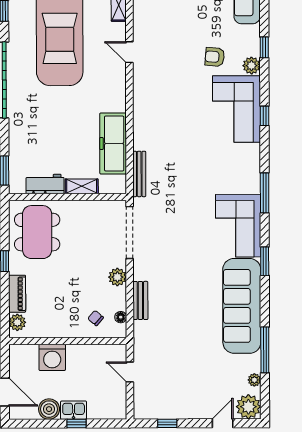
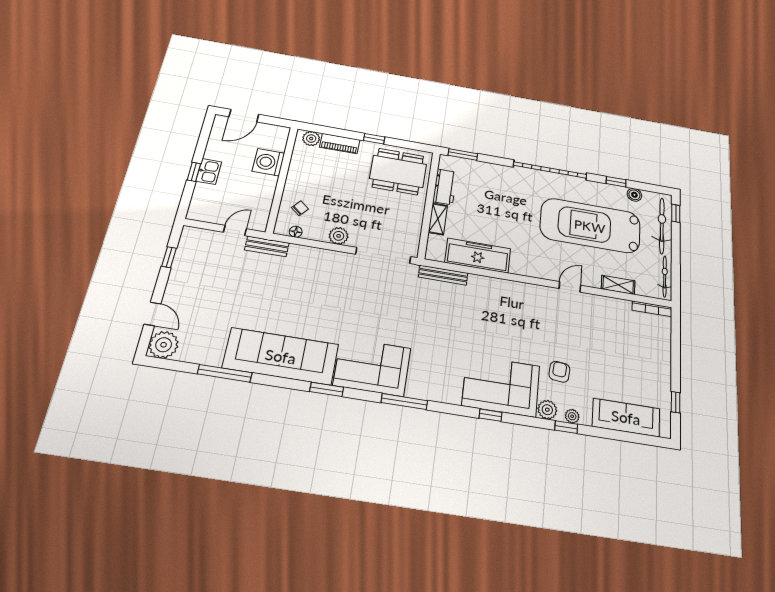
bench: (140, 300) -> (267, 246), moved
plant: (254, 380) -> (572, 416), moved
boiler: (49, 409) -> (216, 150), removed

